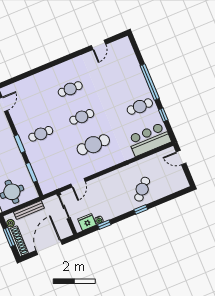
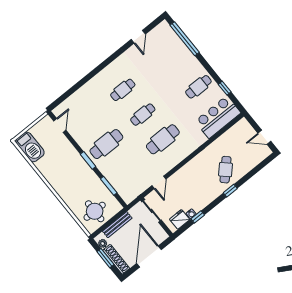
window: (150, 82) -> (185, 39), moved
cafe table: (41, 134) -> (106, 144), width x1.37, depth x1.35
door: (181, 158) -> (264, 137), moved

